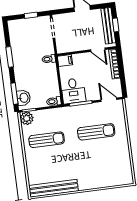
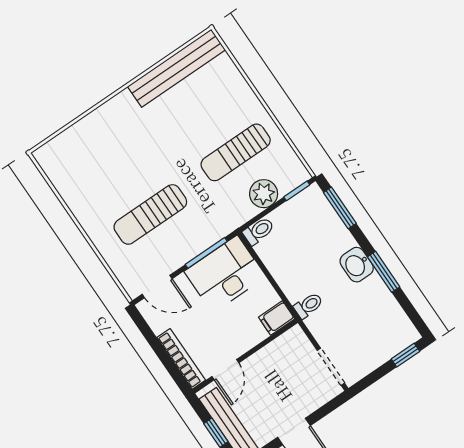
window: (31, 15) -> (405, 355), moved
door: (98, 50) -> (225, 370), swing flipped
desk: (73, 91) -> (225, 274), width x1.37
washbasin: (24, 98) -> (357, 265), moved
plant: (27, 118) -> (264, 194), moved

